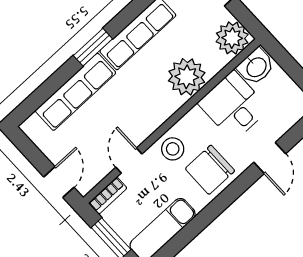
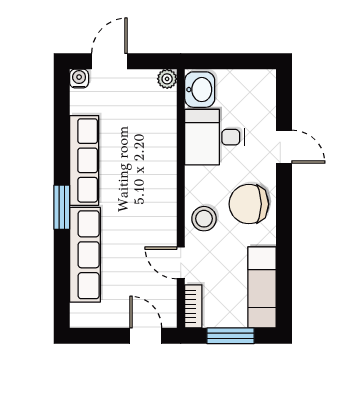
plant: (232, 38) -> (167, 79), width x0.53, depth x0.53
plant: (187, 77) -> (156, 153), removed
chair: (210, 170) -> (249, 204), turned 90

